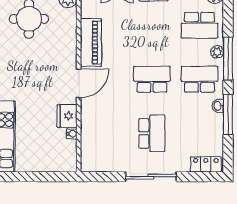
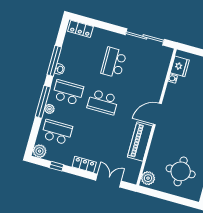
school desk: (200, 79) -> (68, 92), turned 180
fridge: (67, 116) -> (180, 66), moved
sliding door: (151, 177) -> (145, 37), moved

